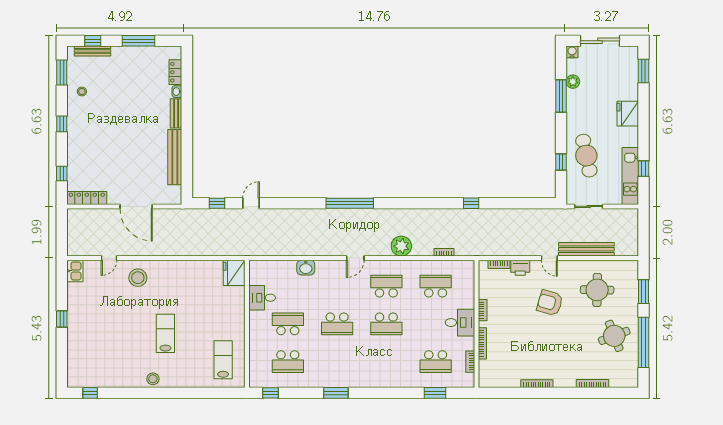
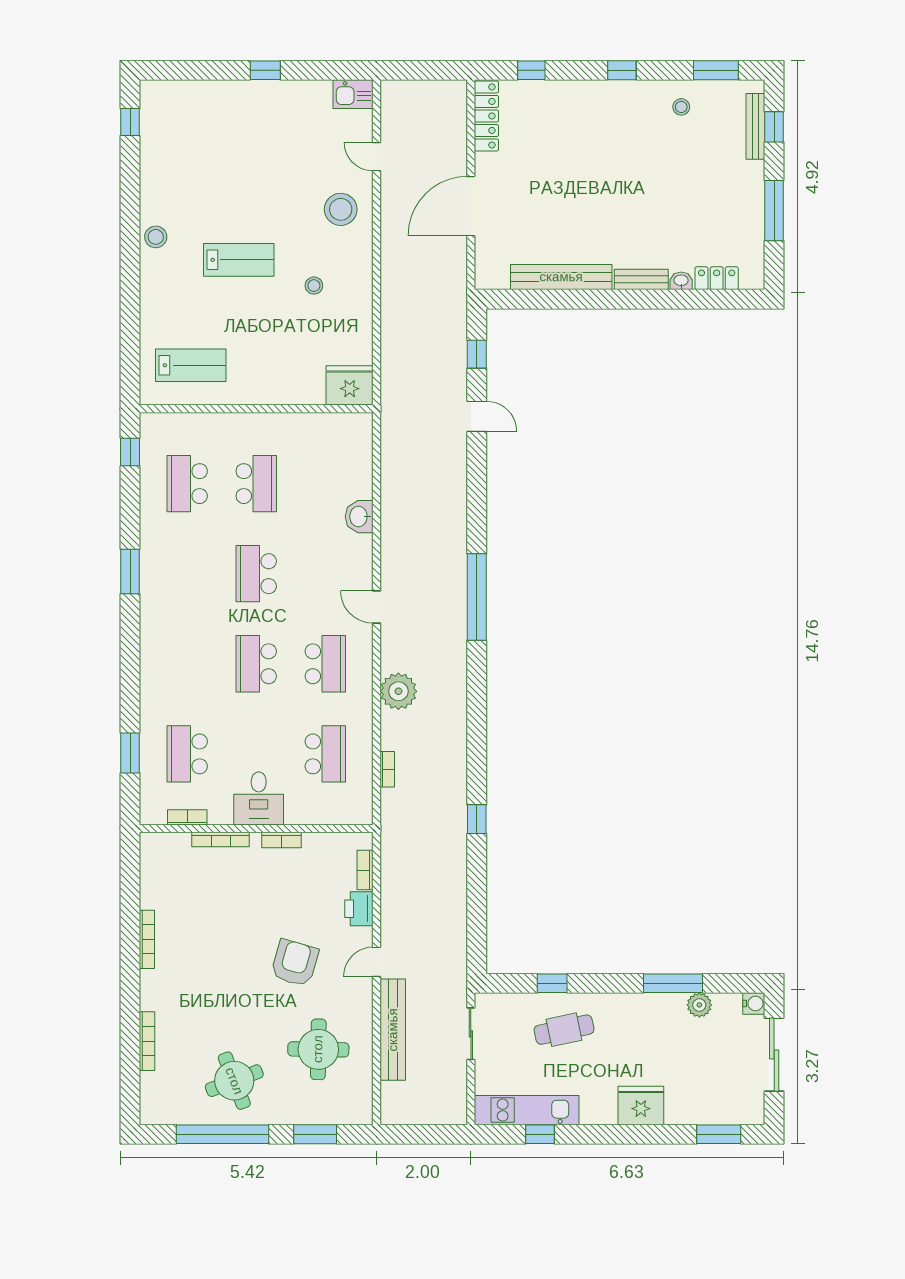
cafe table: (586, 156) -> (564, 1030), width x0.73, depth x0.74
stool: (180, 292) -> (314, 286), added
desk: (262, 298) -> (304, 437), removed

